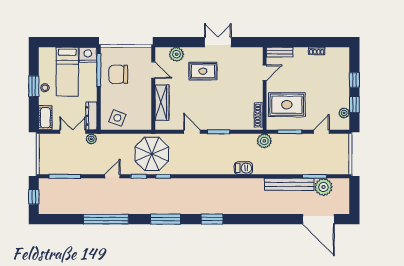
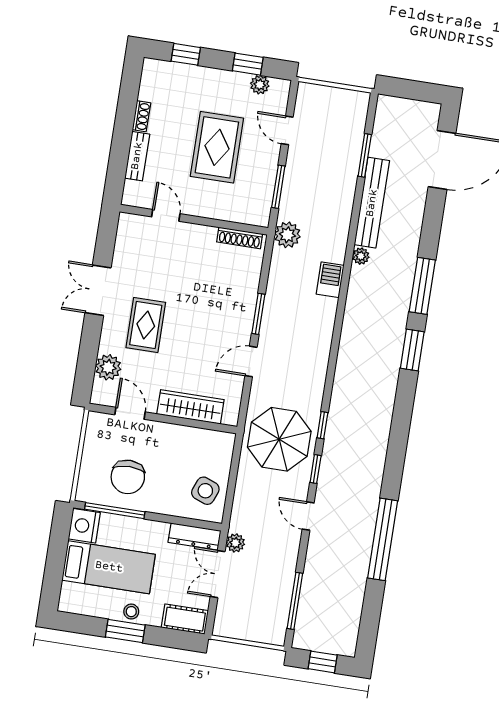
bench: (280, 52) -> (137, 156), moved
door: (153, 70) -> (130, 413), hinge flipped
window: (354, 80) -> (186, 54), moved
rug: (287, 105) -> (217, 147), moved
plant: (323, 187) -> (361, 256), moved, width x0.53, depth x0.53
window: (165, 219) -> (422, 286), moved

